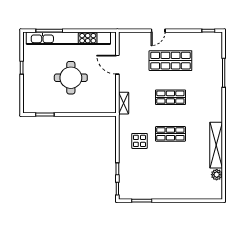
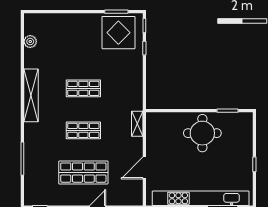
door: (117, 65) -> (144, 168), swing flipped
round table: (71, 78) -> (202, 133), moved
display table: (139, 141) -> (118, 33), moved, width x1.86, depth x1.86
shelving: (216, 145) -> (31, 95), moved

